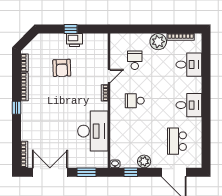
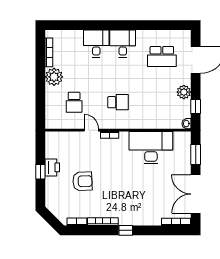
school desk: (135, 60) -> (74, 102), turned -90
desk: (189, 65) -> (96, 44), moved
school desk: (135, 101) -> (118, 102), turned -90

